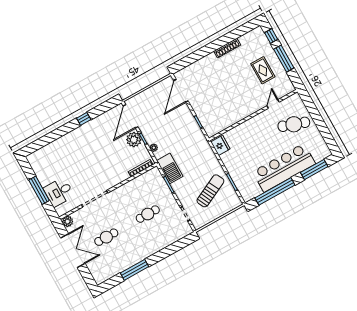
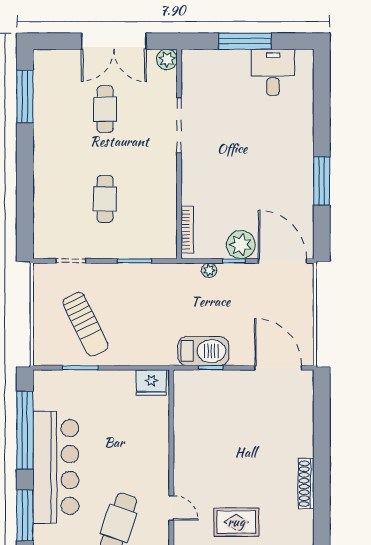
window: (84, 119) -> (322, 181), width x2.17
barbecue: (170, 168) -> (203, 351), moved, turned 180
desk: (59, 192) -> (273, 72), moved
window: (135, 270) -> (25, 96), moved

